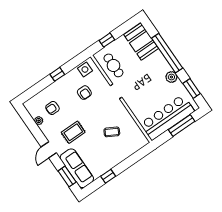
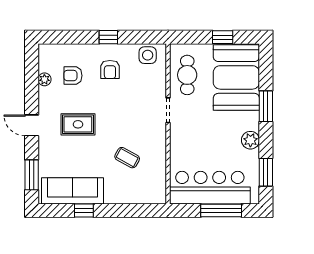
window: (107, 40) -> (223, 37), moved
booth: (141, 41) -> (236, 77), width x1.36, depth x1.42
window: (167, 53) -> (266, 106), width x0.47
armchair: (84, 93) -> (110, 70), moved
door: (49, 150) -> (32, 125), hinge flipped
sofa: (77, 168) -> (73, 191), moved, turned -90

